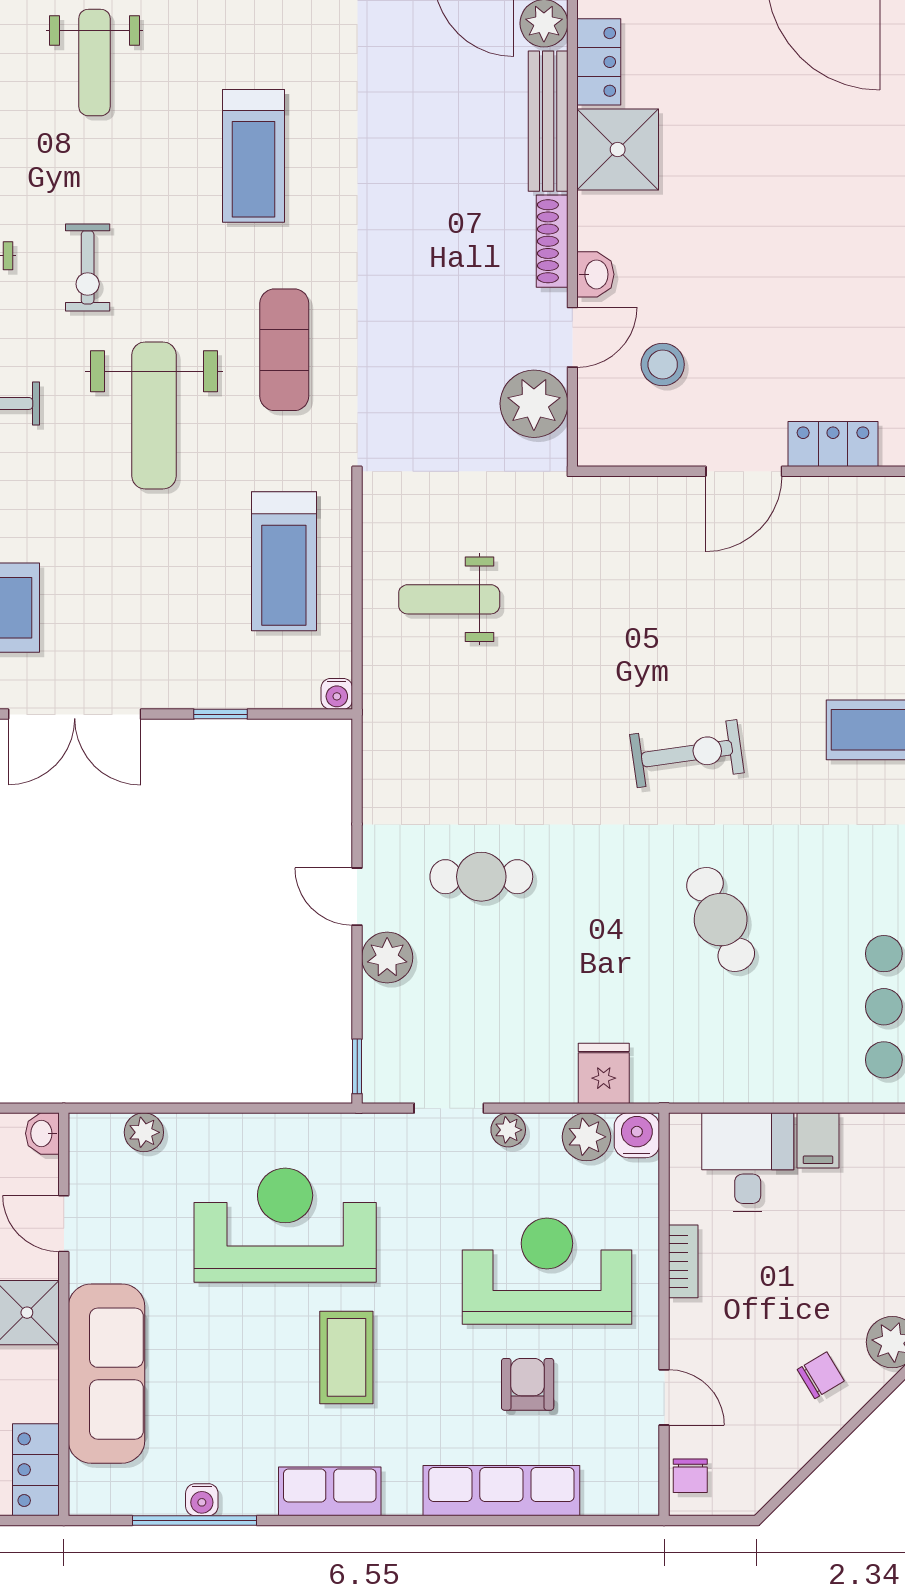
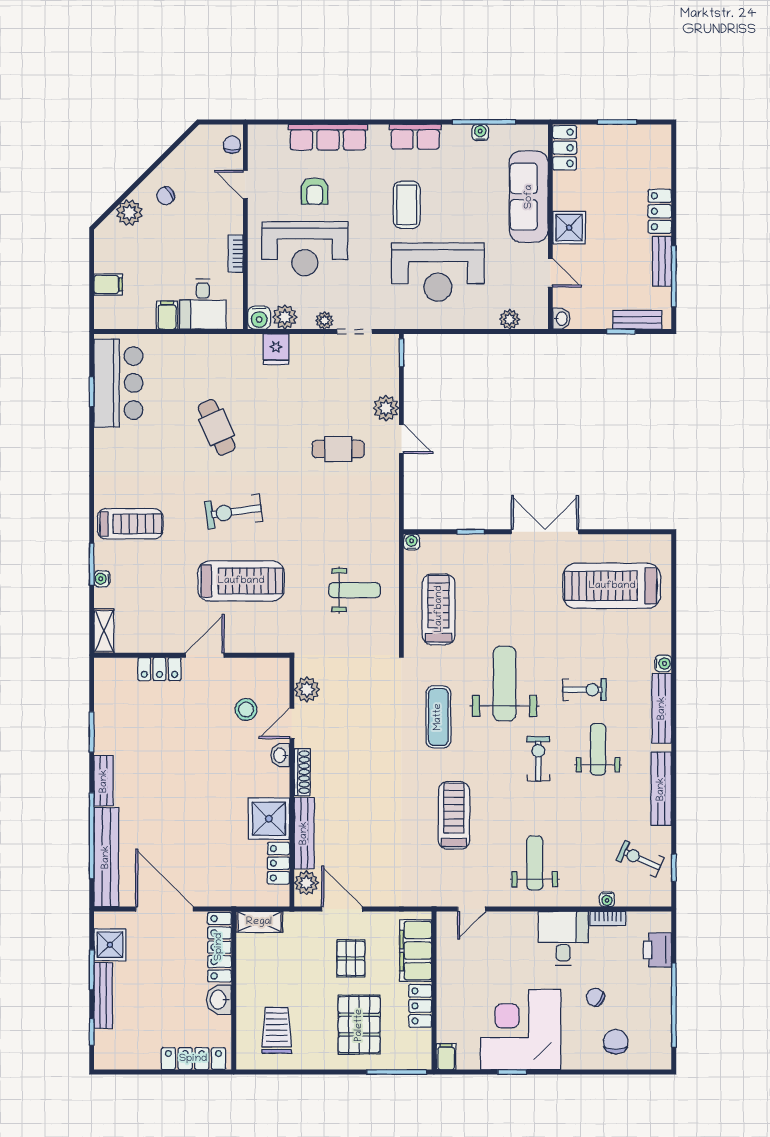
plant: (534, 404) -> (307, 690), width x0.73, depth x0.73
treadmill: (673, 617) -> (241, 581), added

